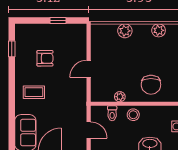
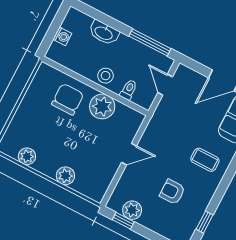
window: (58, 21) -> (123, 221), moved
plant: (66, 31) -> (132, 210), added
plant: (120, 97) -> (102, 106), width x1.87, depth x1.87

